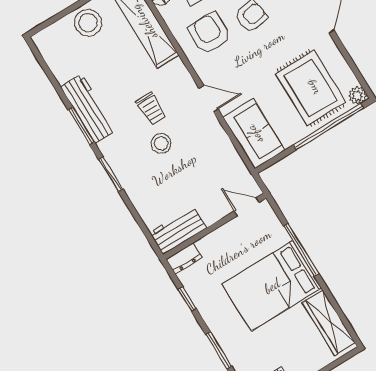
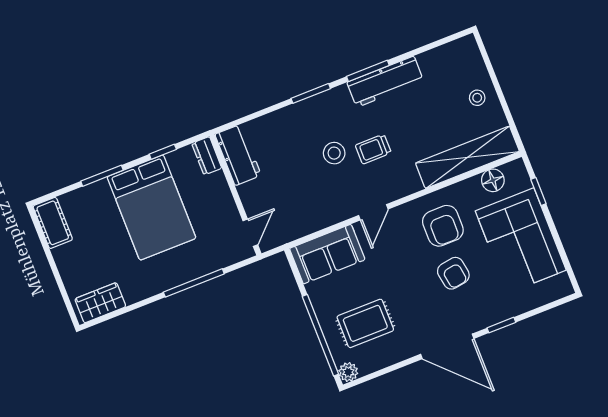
stool: (88, 23) -> (477, 98), width x0.53, depth x0.53
armchair: (210, 33) -> (443, 226), turned 90
rug: (311, 88) -> (365, 323), width x0.73, depth x0.70
bed: (272, 286) -> (152, 207), moved, turned 180
wardrobe: (329, 323) -> (100, 303), width x0.67

